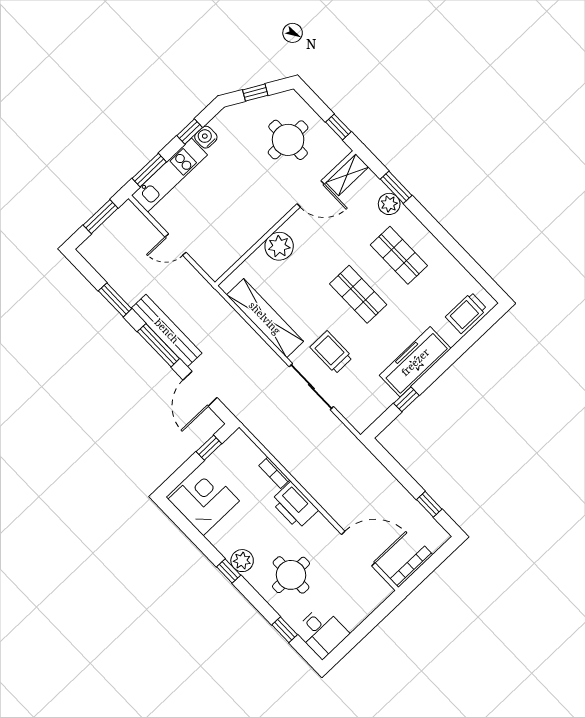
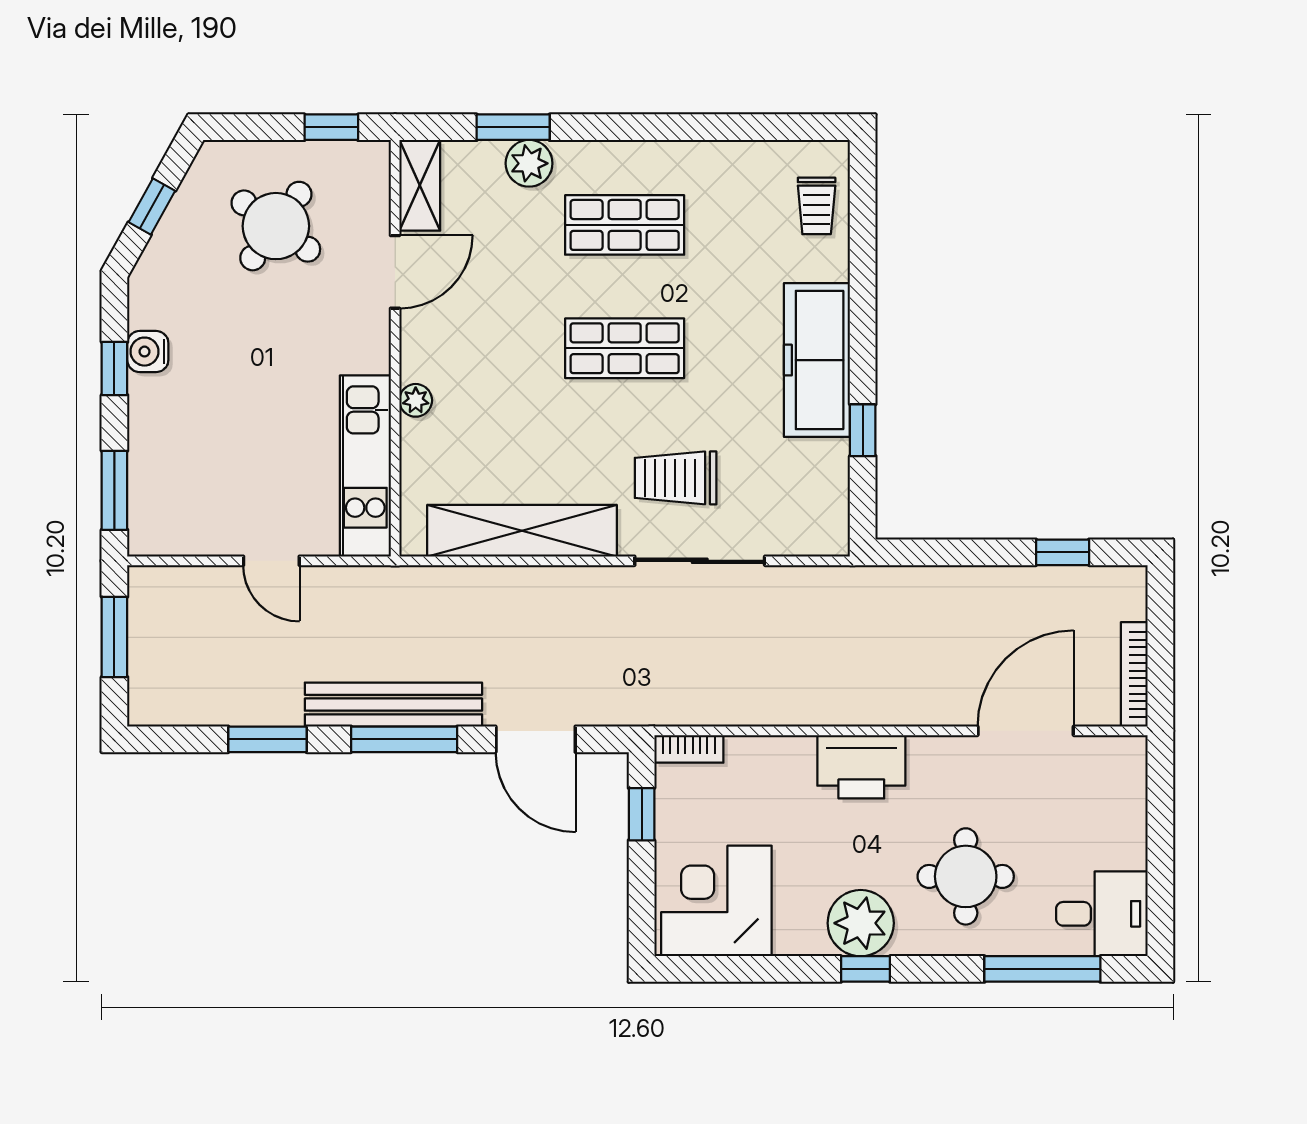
round table: (288, 140) -> (276, 226), turned 36
kitchen unit: (169, 175) -> (365, 466), moved, turned 180
door: (176, 245) -> (271, 561), hinge flipped
plant: (279, 246) -> (416, 400), width x0.53, depth x0.53
trolley: (466, 313) -> (817, 206), width x0.73, depth x0.72
bookcase: (274, 473) -> (689, 749), moved
plant: (242, 561) -> (861, 923), width x1.36, depth x1.36
window: (285, 630) -> (1042, 969), width x2.17

